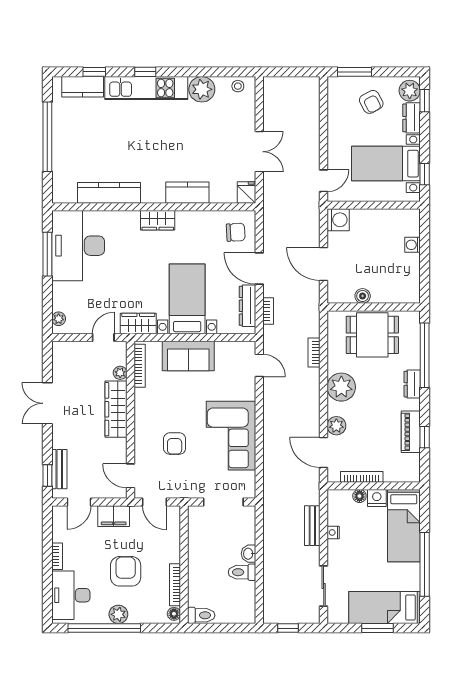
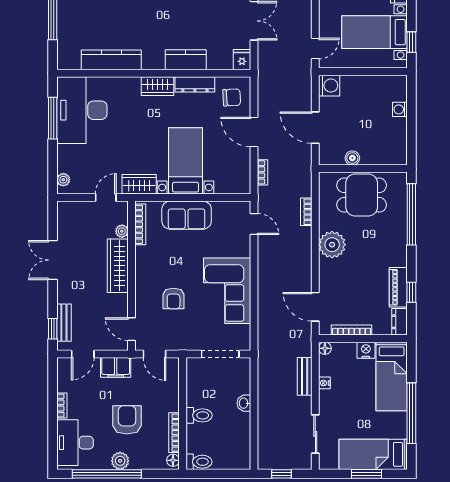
dresser: (247, 306) -> (195, 84), moved, turned -90
dresser: (412, 384) -> (400, 322), moved
plant: (336, 426) -> (328, 281), removed
floor lamp: (359, 496) -> (325, 348), moved
toilet: (242, 572) -> (199, 415), moved, turned 180

